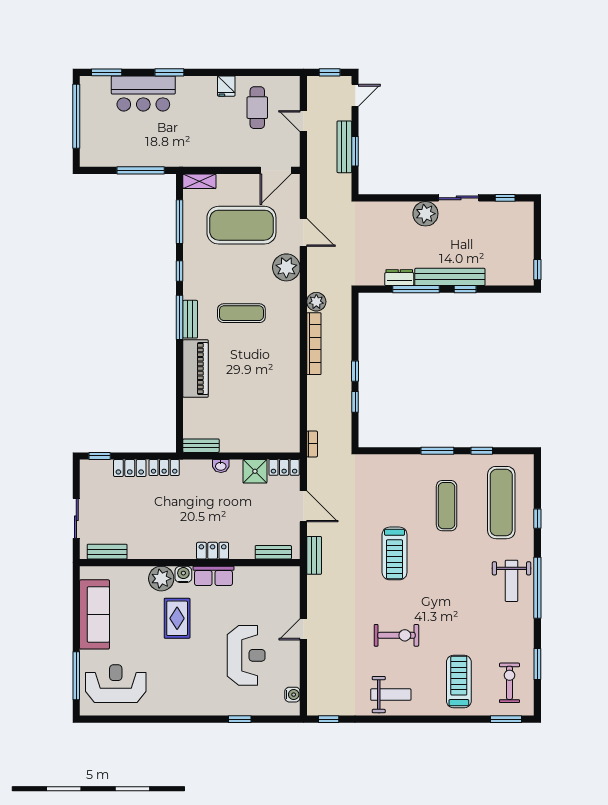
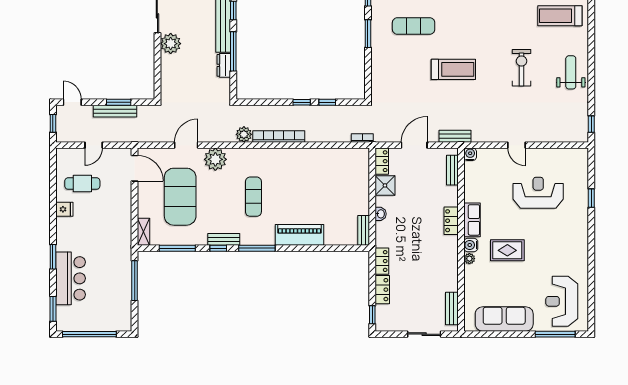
bench: (190, 319) -> (224, 239), moved
plant: (161, 579) -> (469, 259), width x0.53, depth x0.53
water cooler: (292, 695) -> (470, 154), moved

